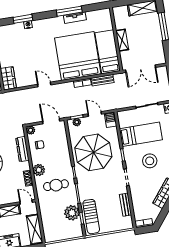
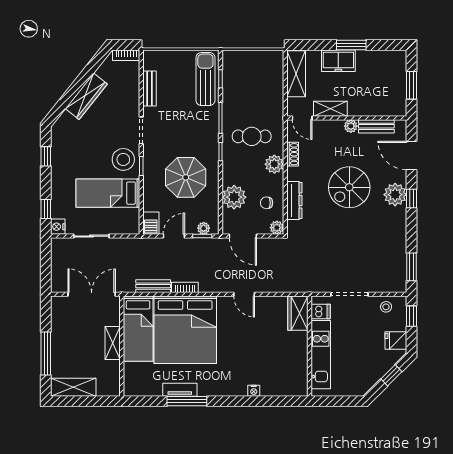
window: (23, 19) -> (260, 401), removed
door: (95, 114) -> (174, 236), swing flipped
parasol: (93, 152) -> (186, 177), width x0.73, depth x0.73
stool: (150, 161) -> (123, 159), moved
plant: (72, 213) -> (234, 197), moved

